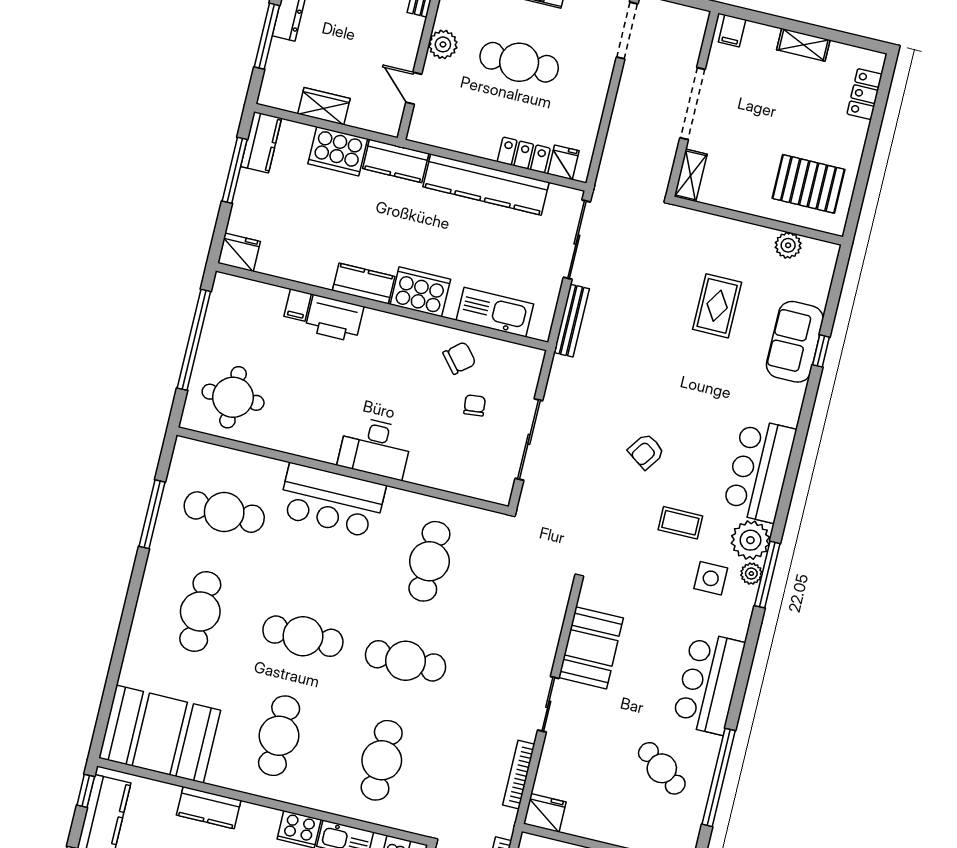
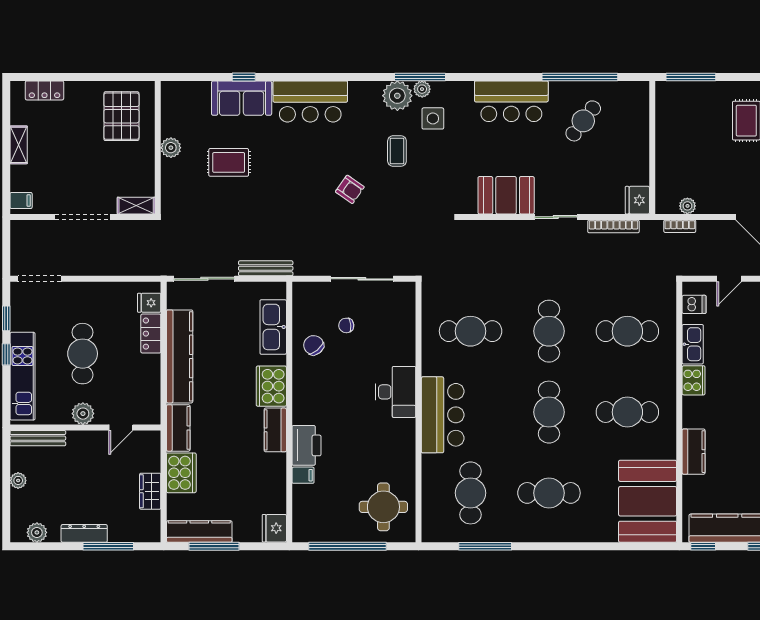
kitchen counter: (261, 142) -> (199, 532), width x1.50
plant: (788, 245) -> (171, 148), moved
bar counter: (759, 470) -> (310, 101), moved

